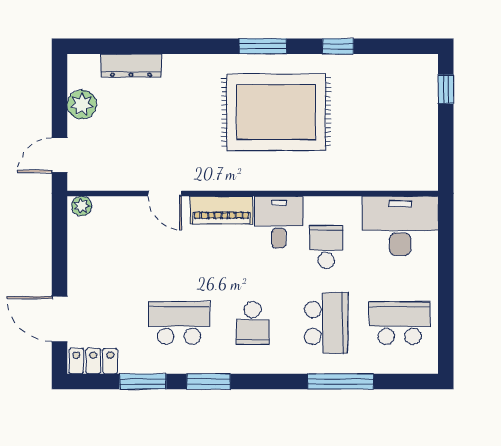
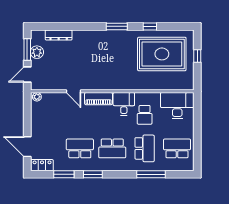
window: (446, 89) -> (197, 56), moved
window: (60, 99) -> (27, 50), added
rug: (276, 112) -> (162, 54), moved
school desk: (326, 247) -> (145, 115), turned 180
school desk: (253, 323) -> (112, 148), width x1.85

